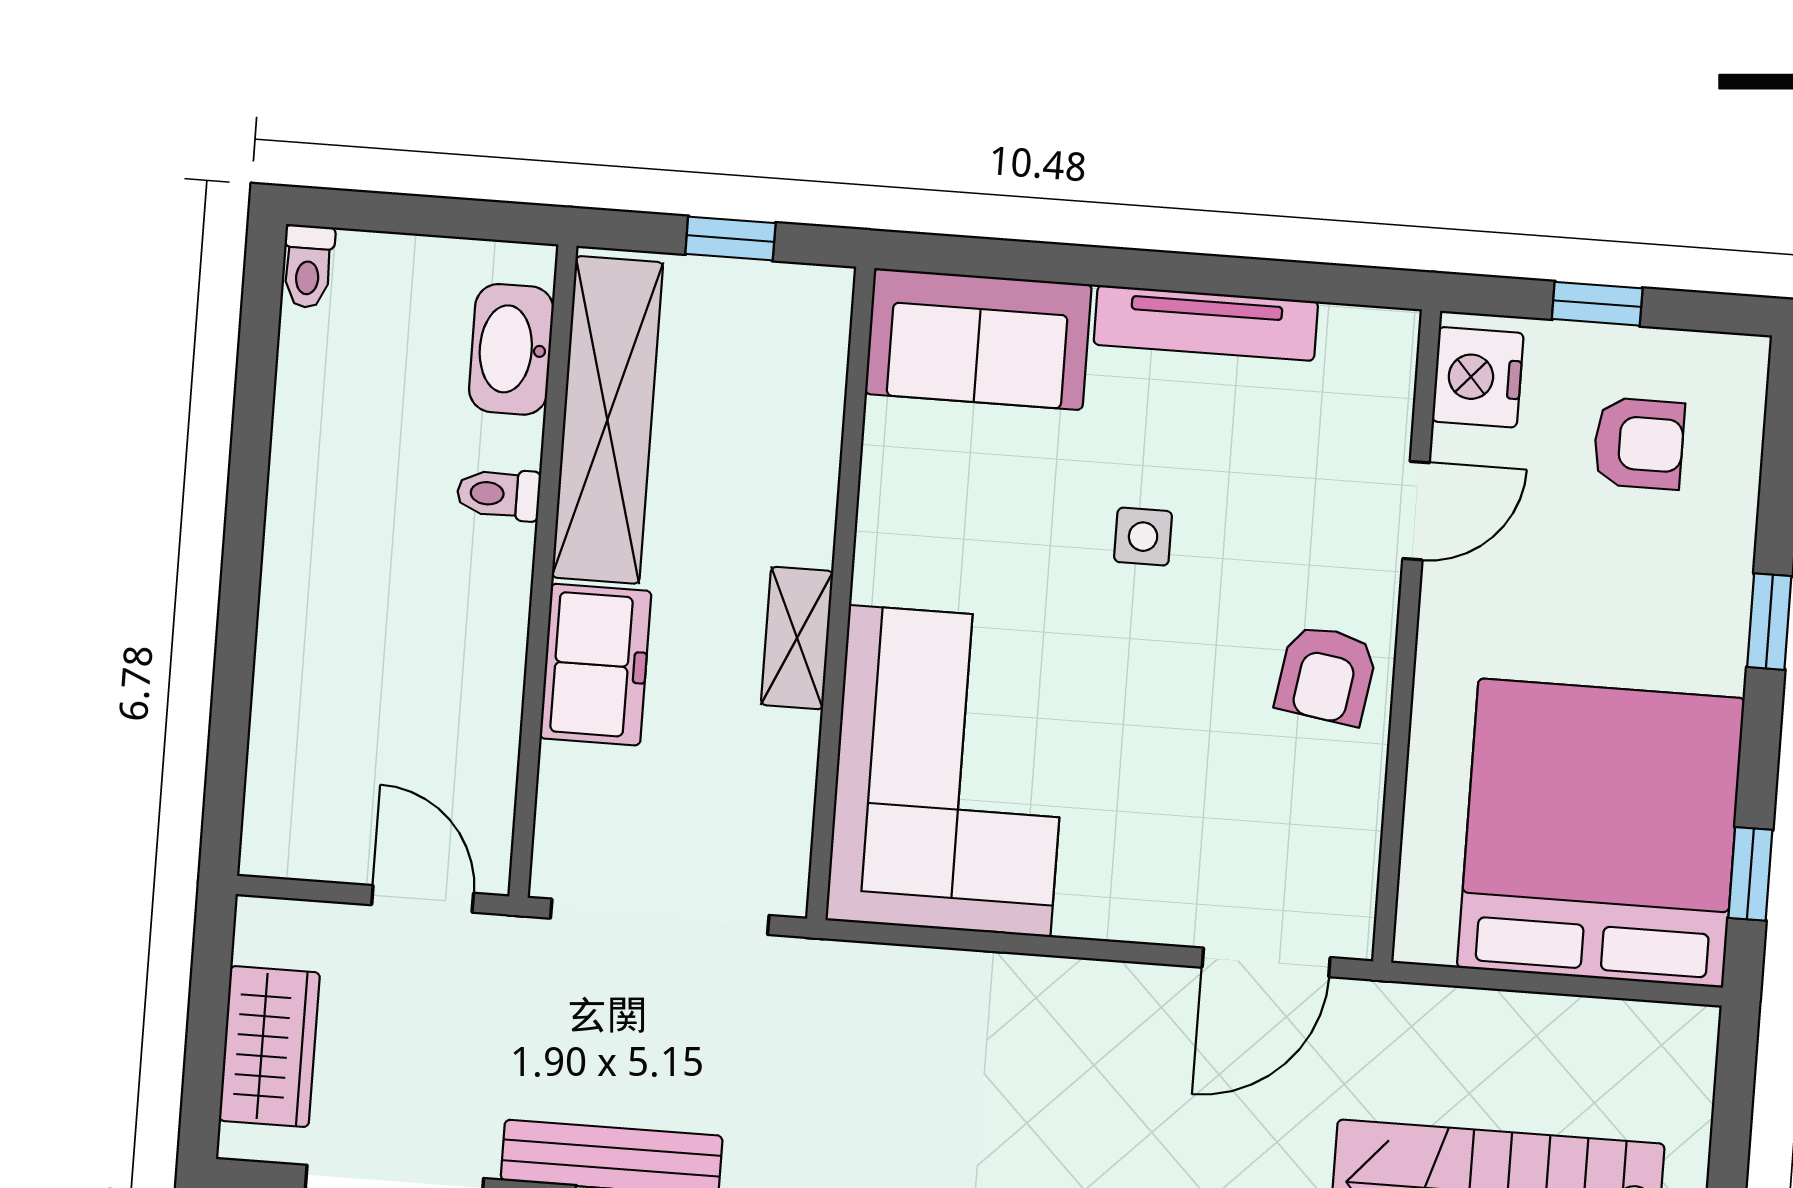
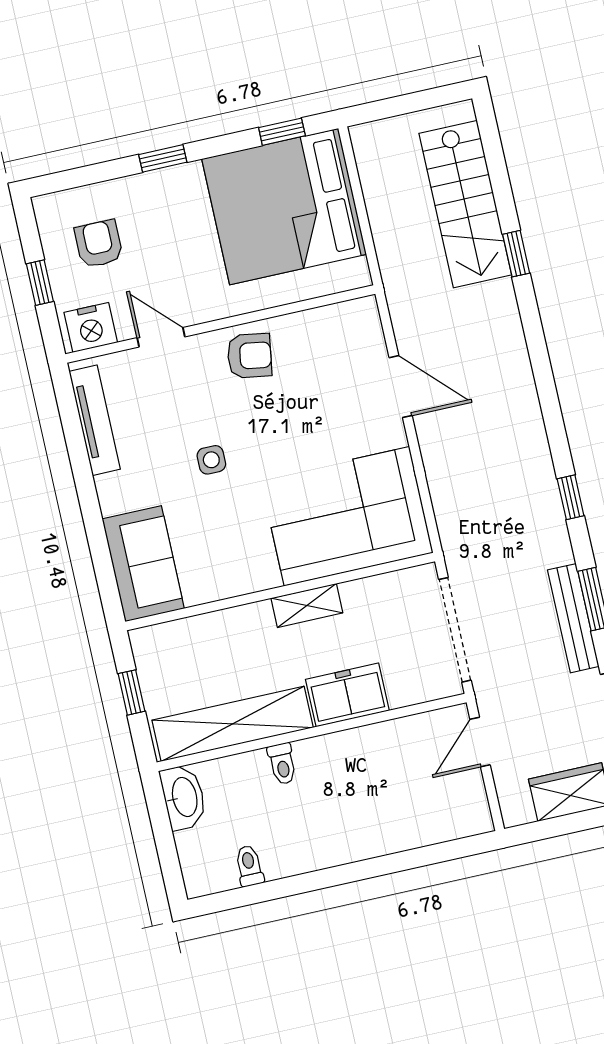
toilet: (308, 266) -> (249, 866), moved, turned -90
tv unit: (1206, 323) -> (95, 420), moved
washbasin: (511, 349) -> (184, 797), moved, turned -90
door: (1266, 962) -> (401, 387), moved

